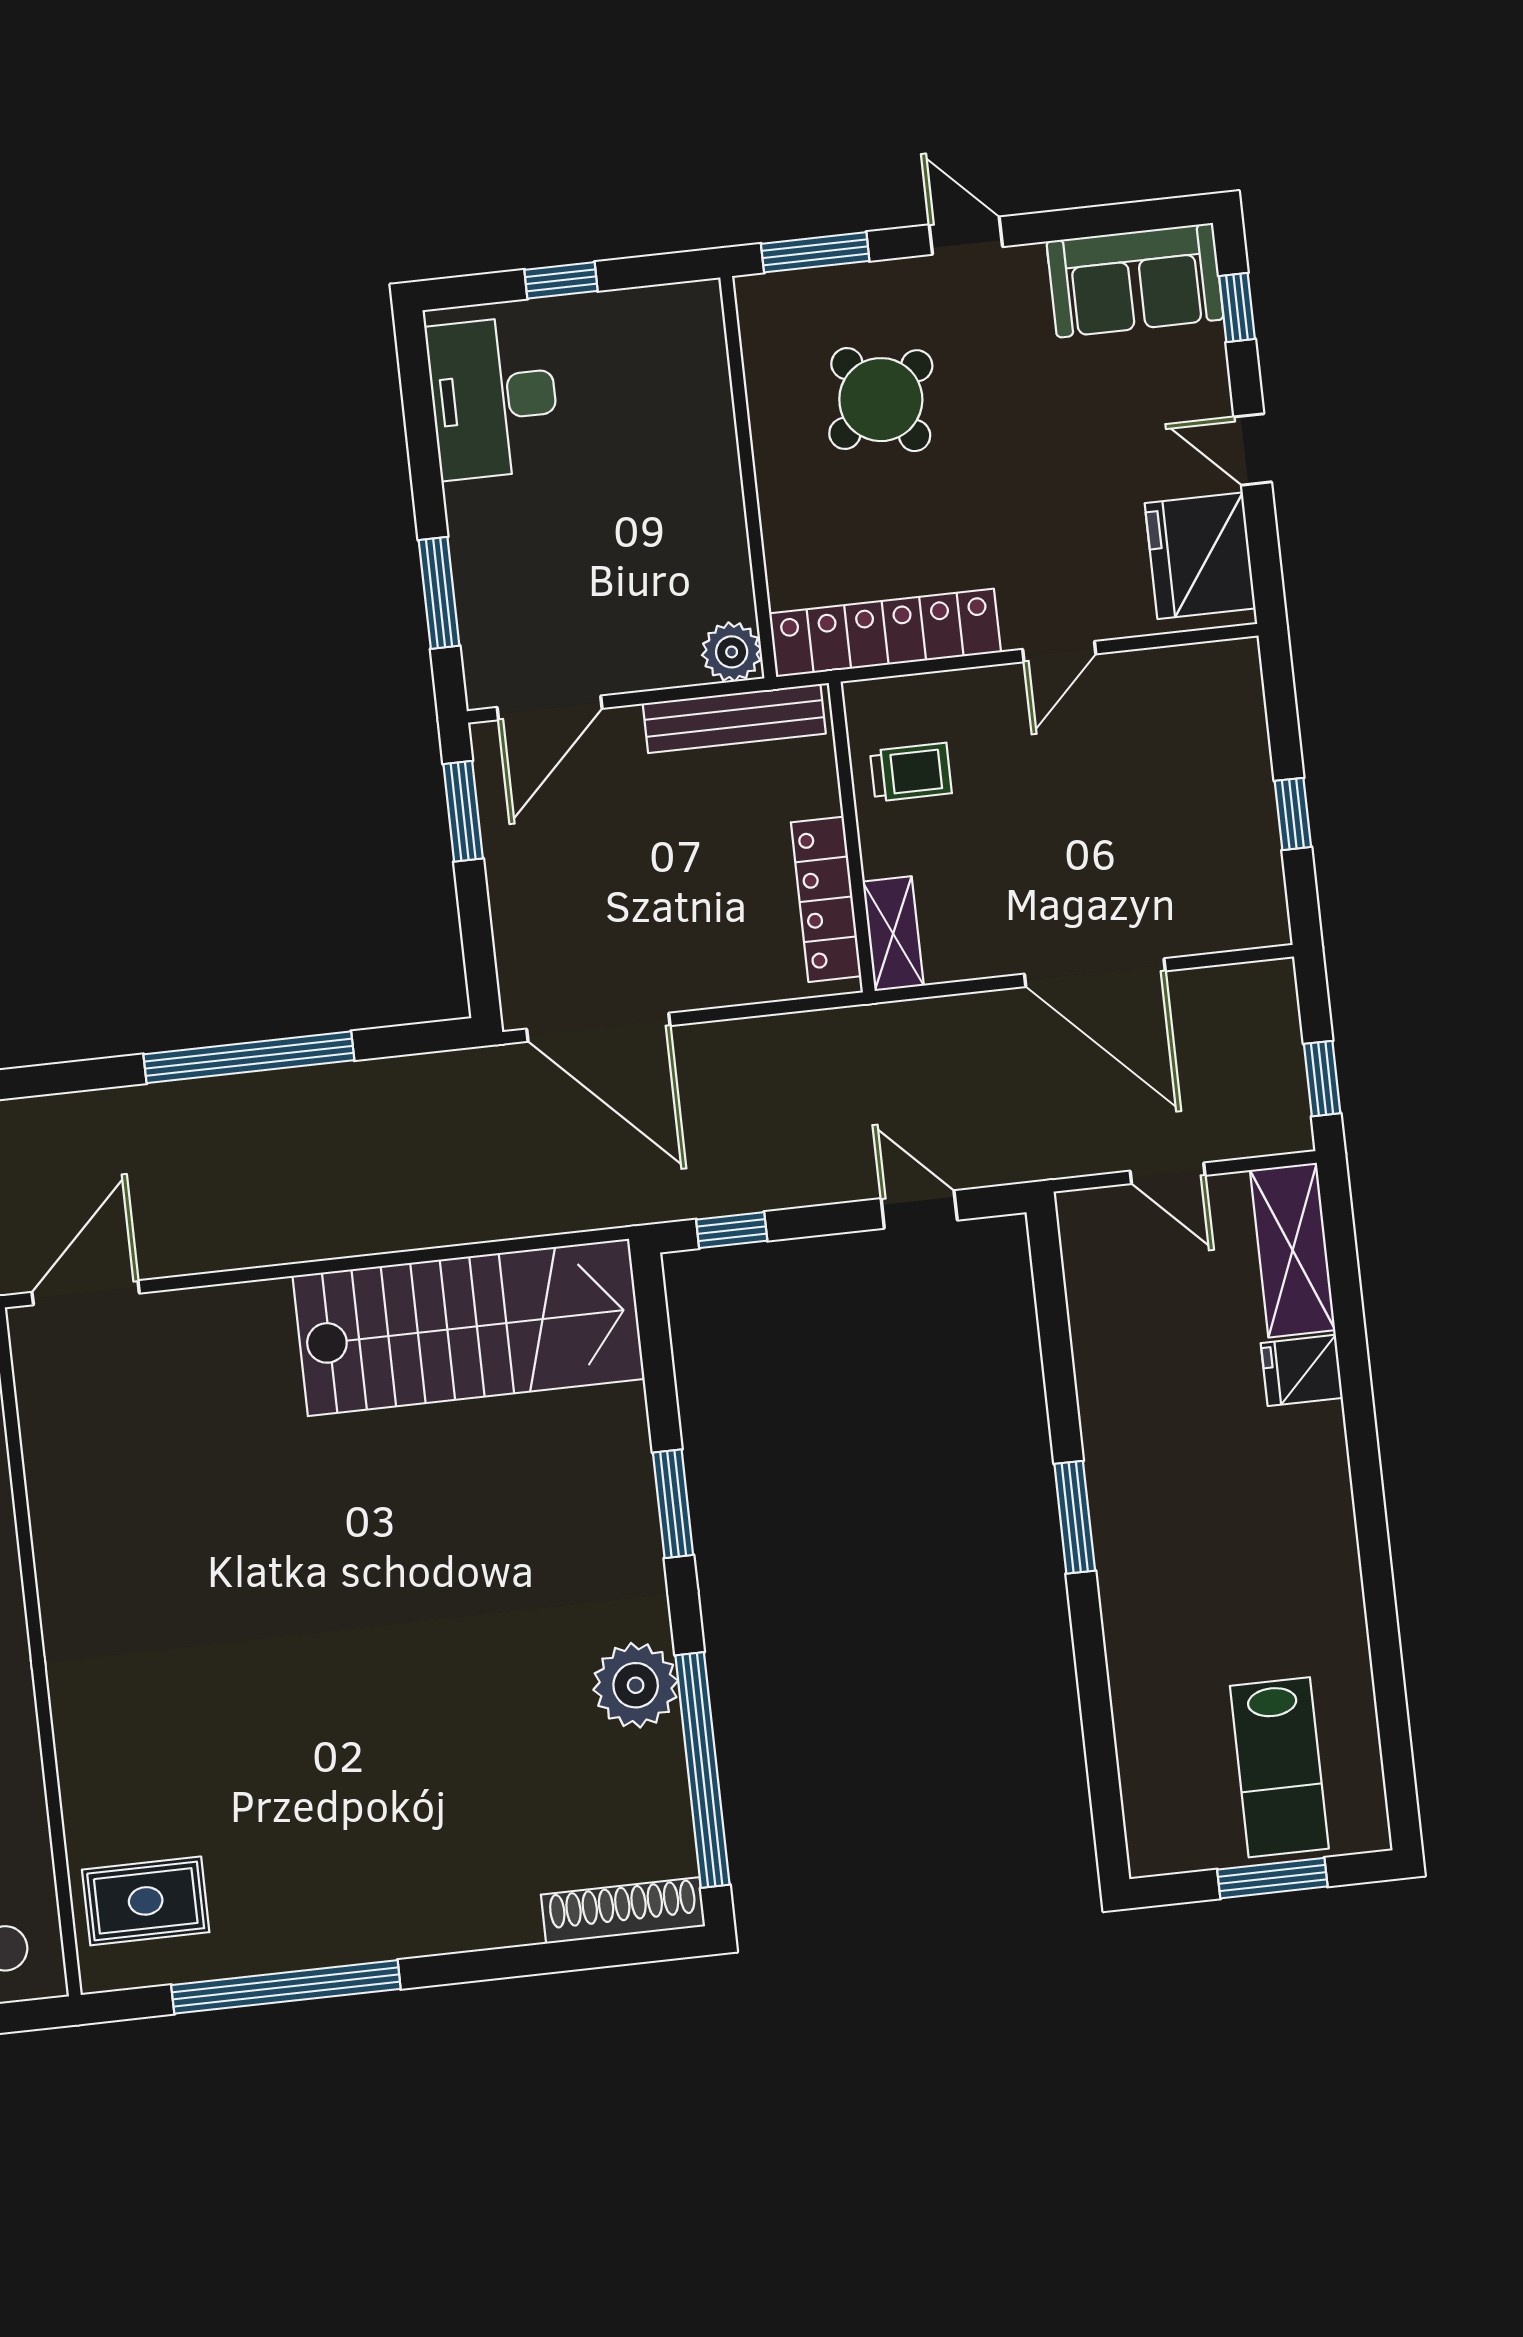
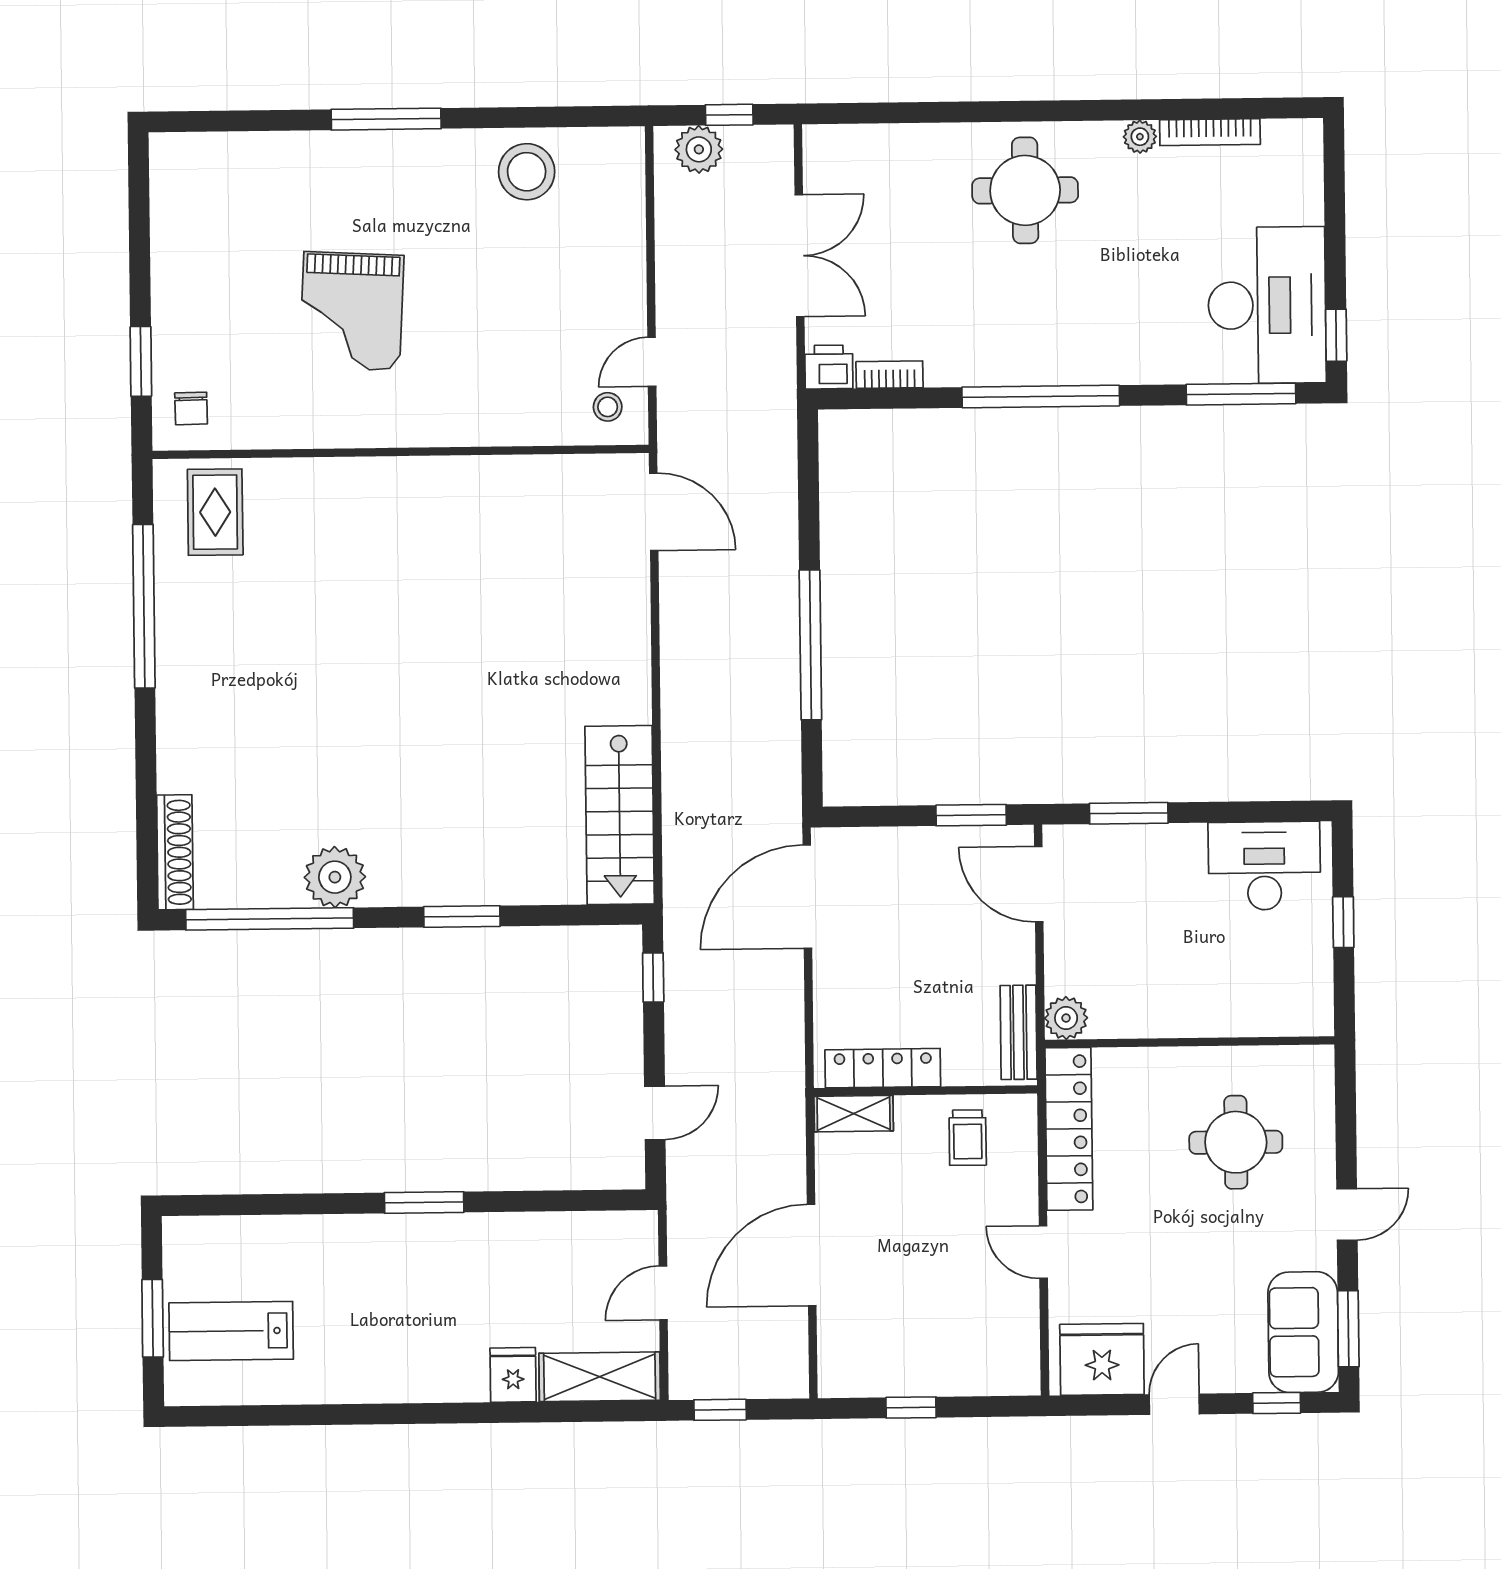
window: (815, 252) -> (1348, 1329), moved
round table: (881, 400) -> (1236, 1142), turned 37
bench: (734, 719) -> (1019, 1032), width x0.73
stairs: (469, 1327) -> (620, 815), width x0.73, depth x0.66

